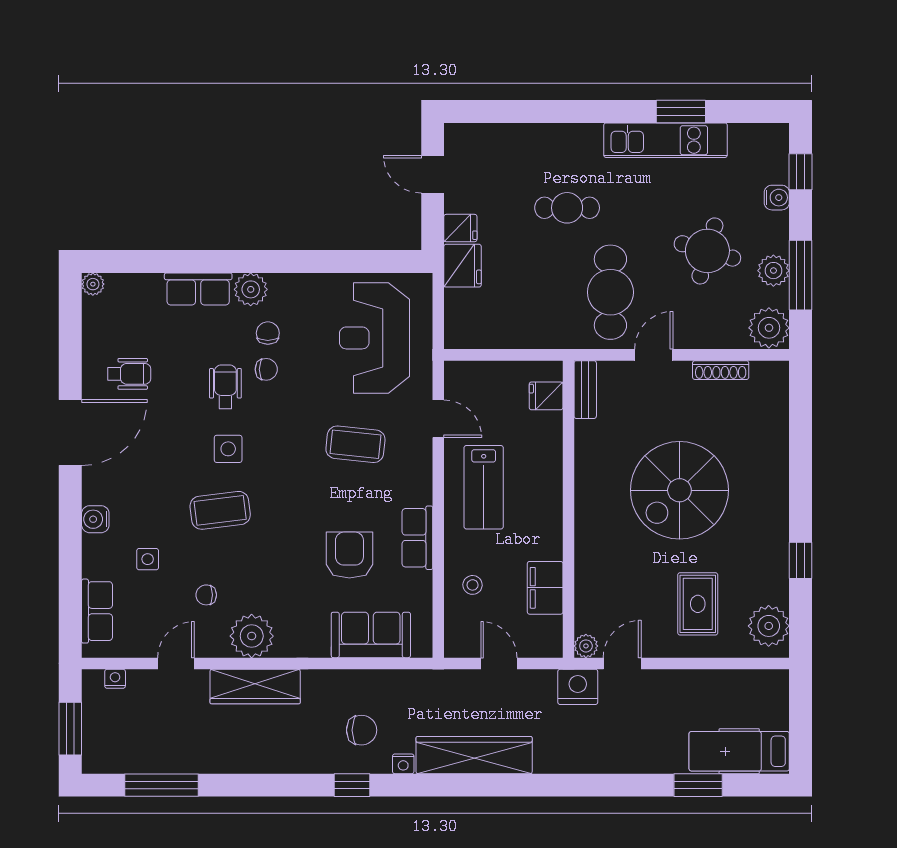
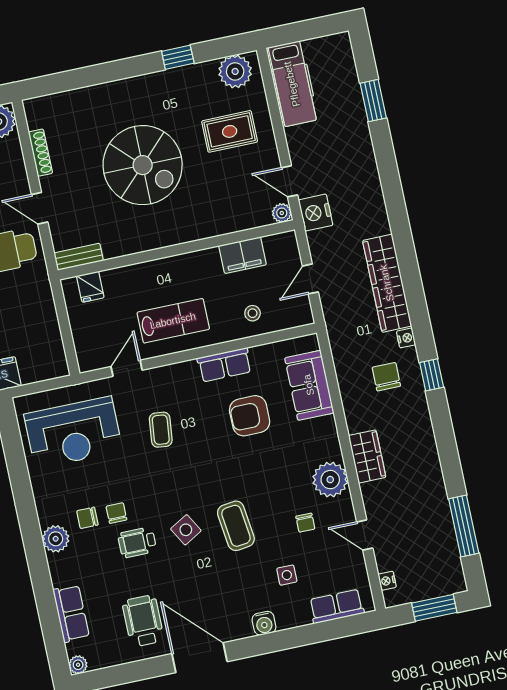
row of seats: (198, 289) -> (71, 613), moved
wheelchair: (129, 374) -> (143, 621), width x1.36, depth x1.37
coffee table: (355, 444) -> (161, 430), width x0.73, depth x0.77
side table: (228, 449) -> (186, 530), turned -30
wardrobe: (255, 687) -> (367, 456), width x0.67
hospital bed: (739, 751) -> (292, 84), moved

